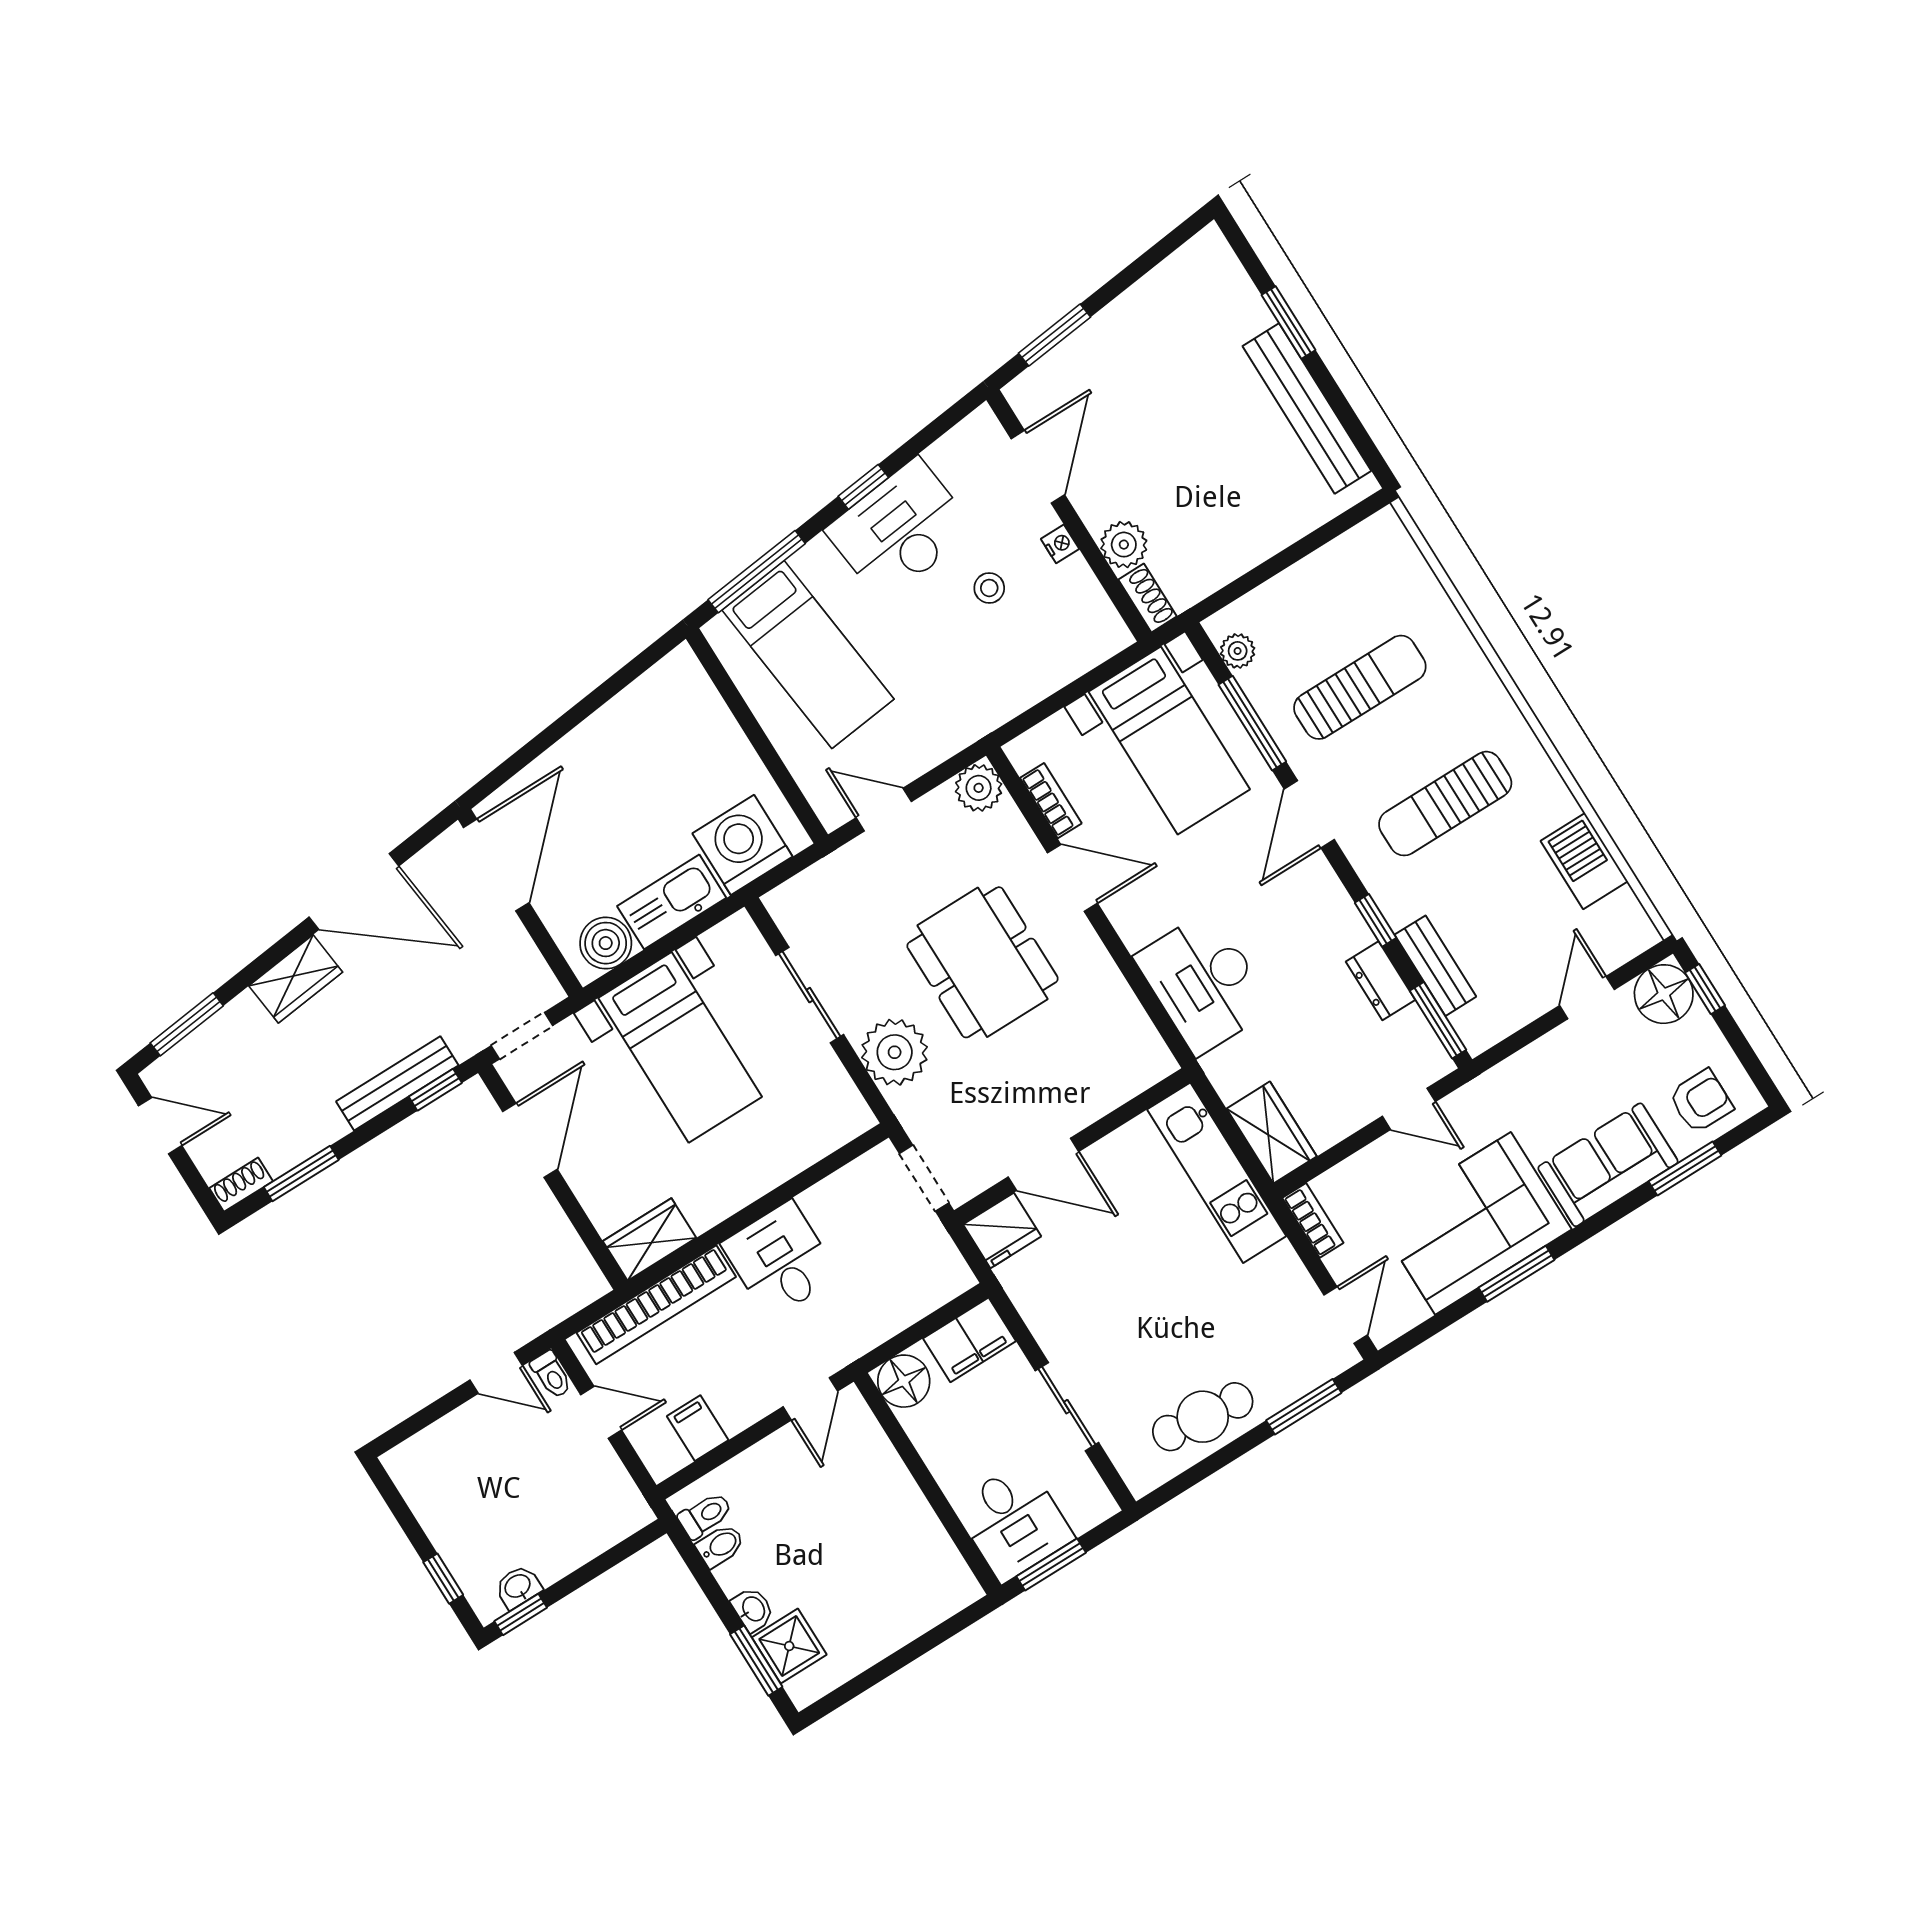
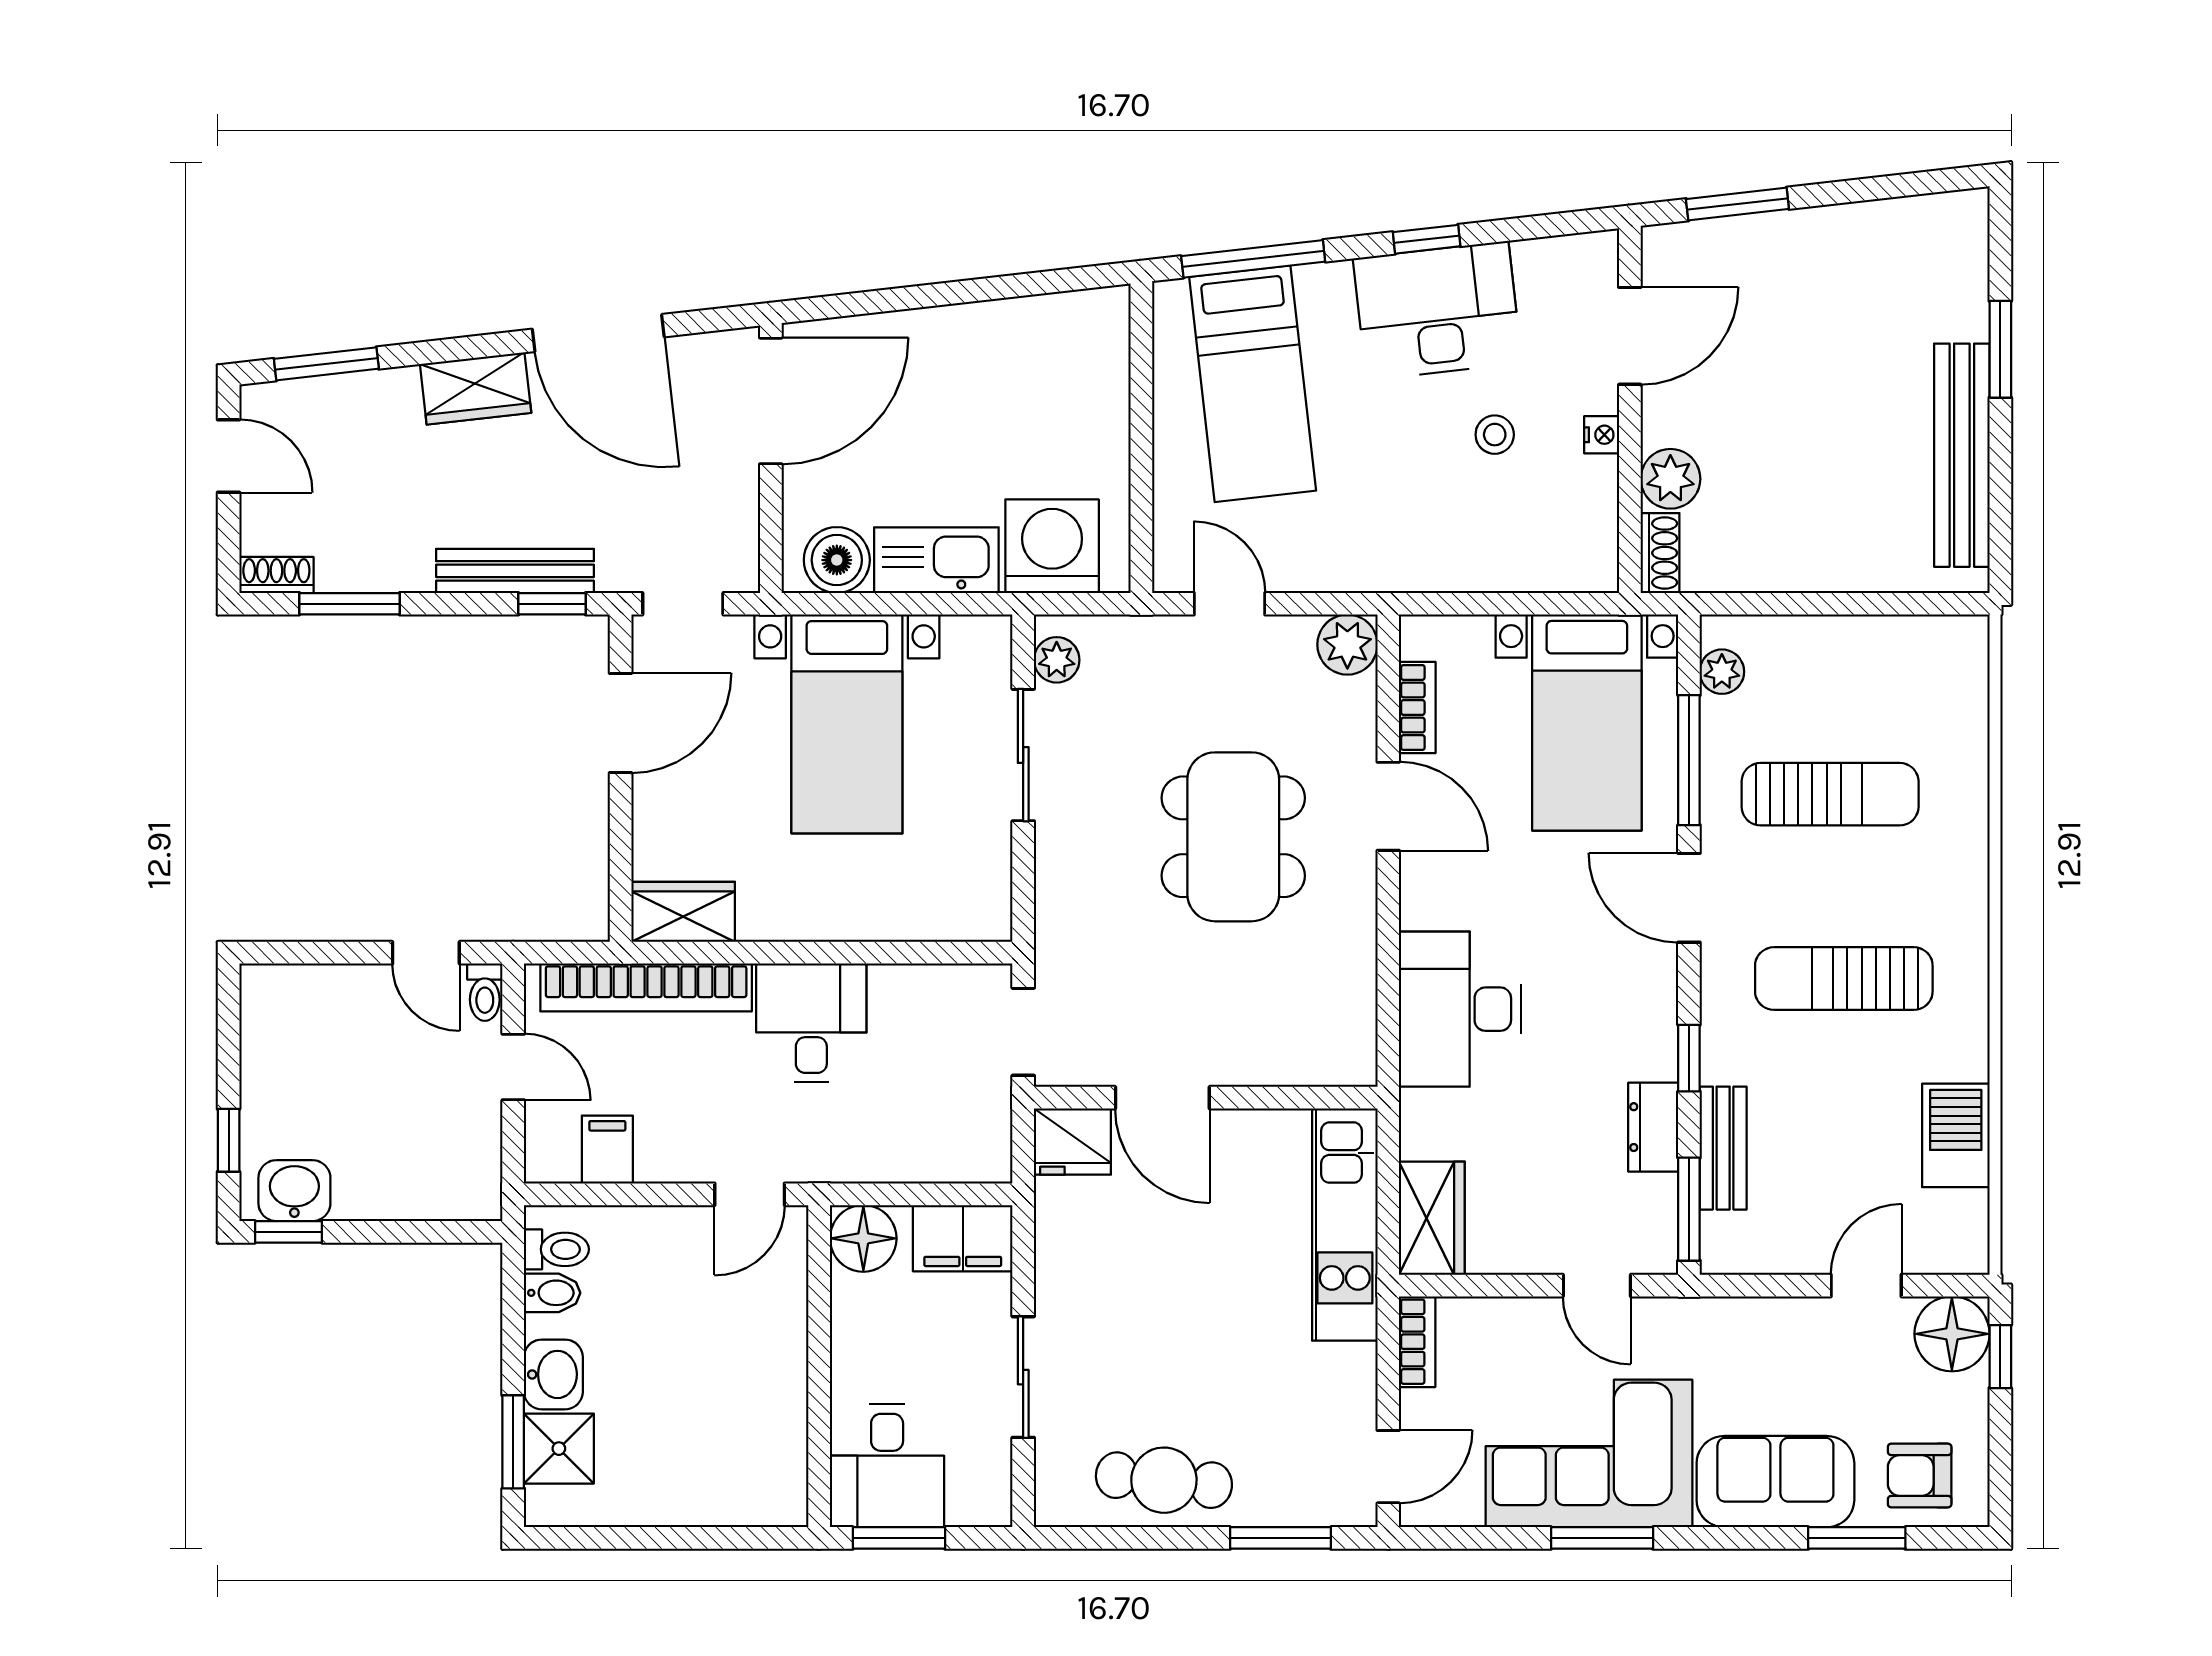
door: (1309, 814) -> (1689, 898), hinge flipped
plant: (895, 1052) -> (1057, 660), moved, width x0.53, depth x0.53
armchair: (1701, 1101) -> (1920, 1476), turned 180
washbasin: (518, 1587) -> (294, 1191), width x1.38, depth x1.45
washbasin: (753, 1609) -> (553, 1374), width x1.38, depth x1.45

